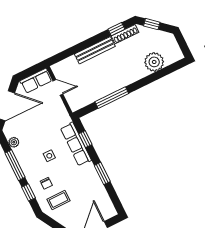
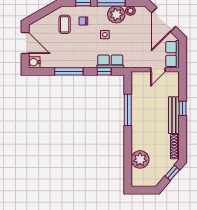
window: (116, 29) -> (183, 108), moved
row of seats: (76, 144) -> (110, 61), width x0.68
plant: (24, 154) -> (116, 15), added
window: (102, 173) -> (69, 71), width x1.44
water cooler: (110, 211) -> (34, 62), added

